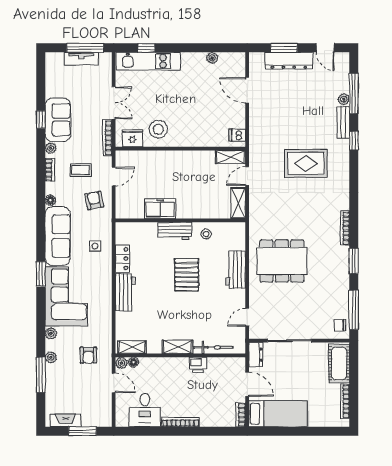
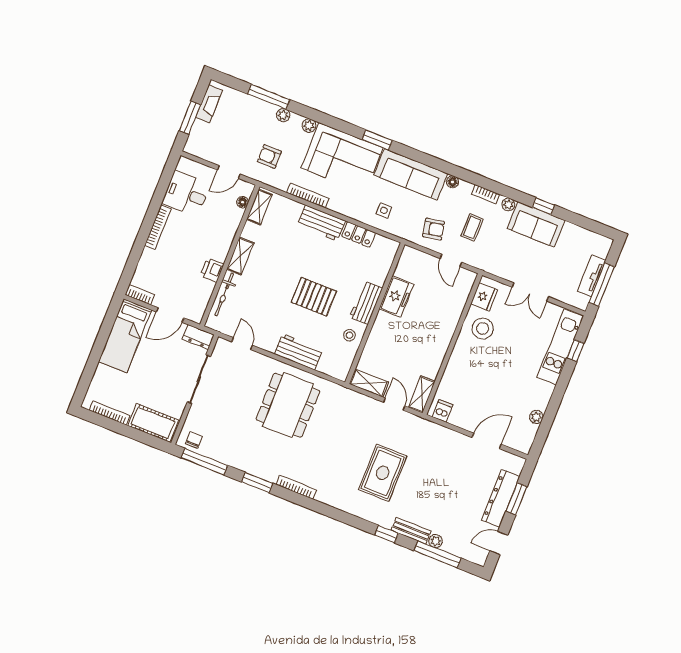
bookcase: (107, 138) -> (308, 195), moved
plant: (121, 363) -> (247, 189), removed

